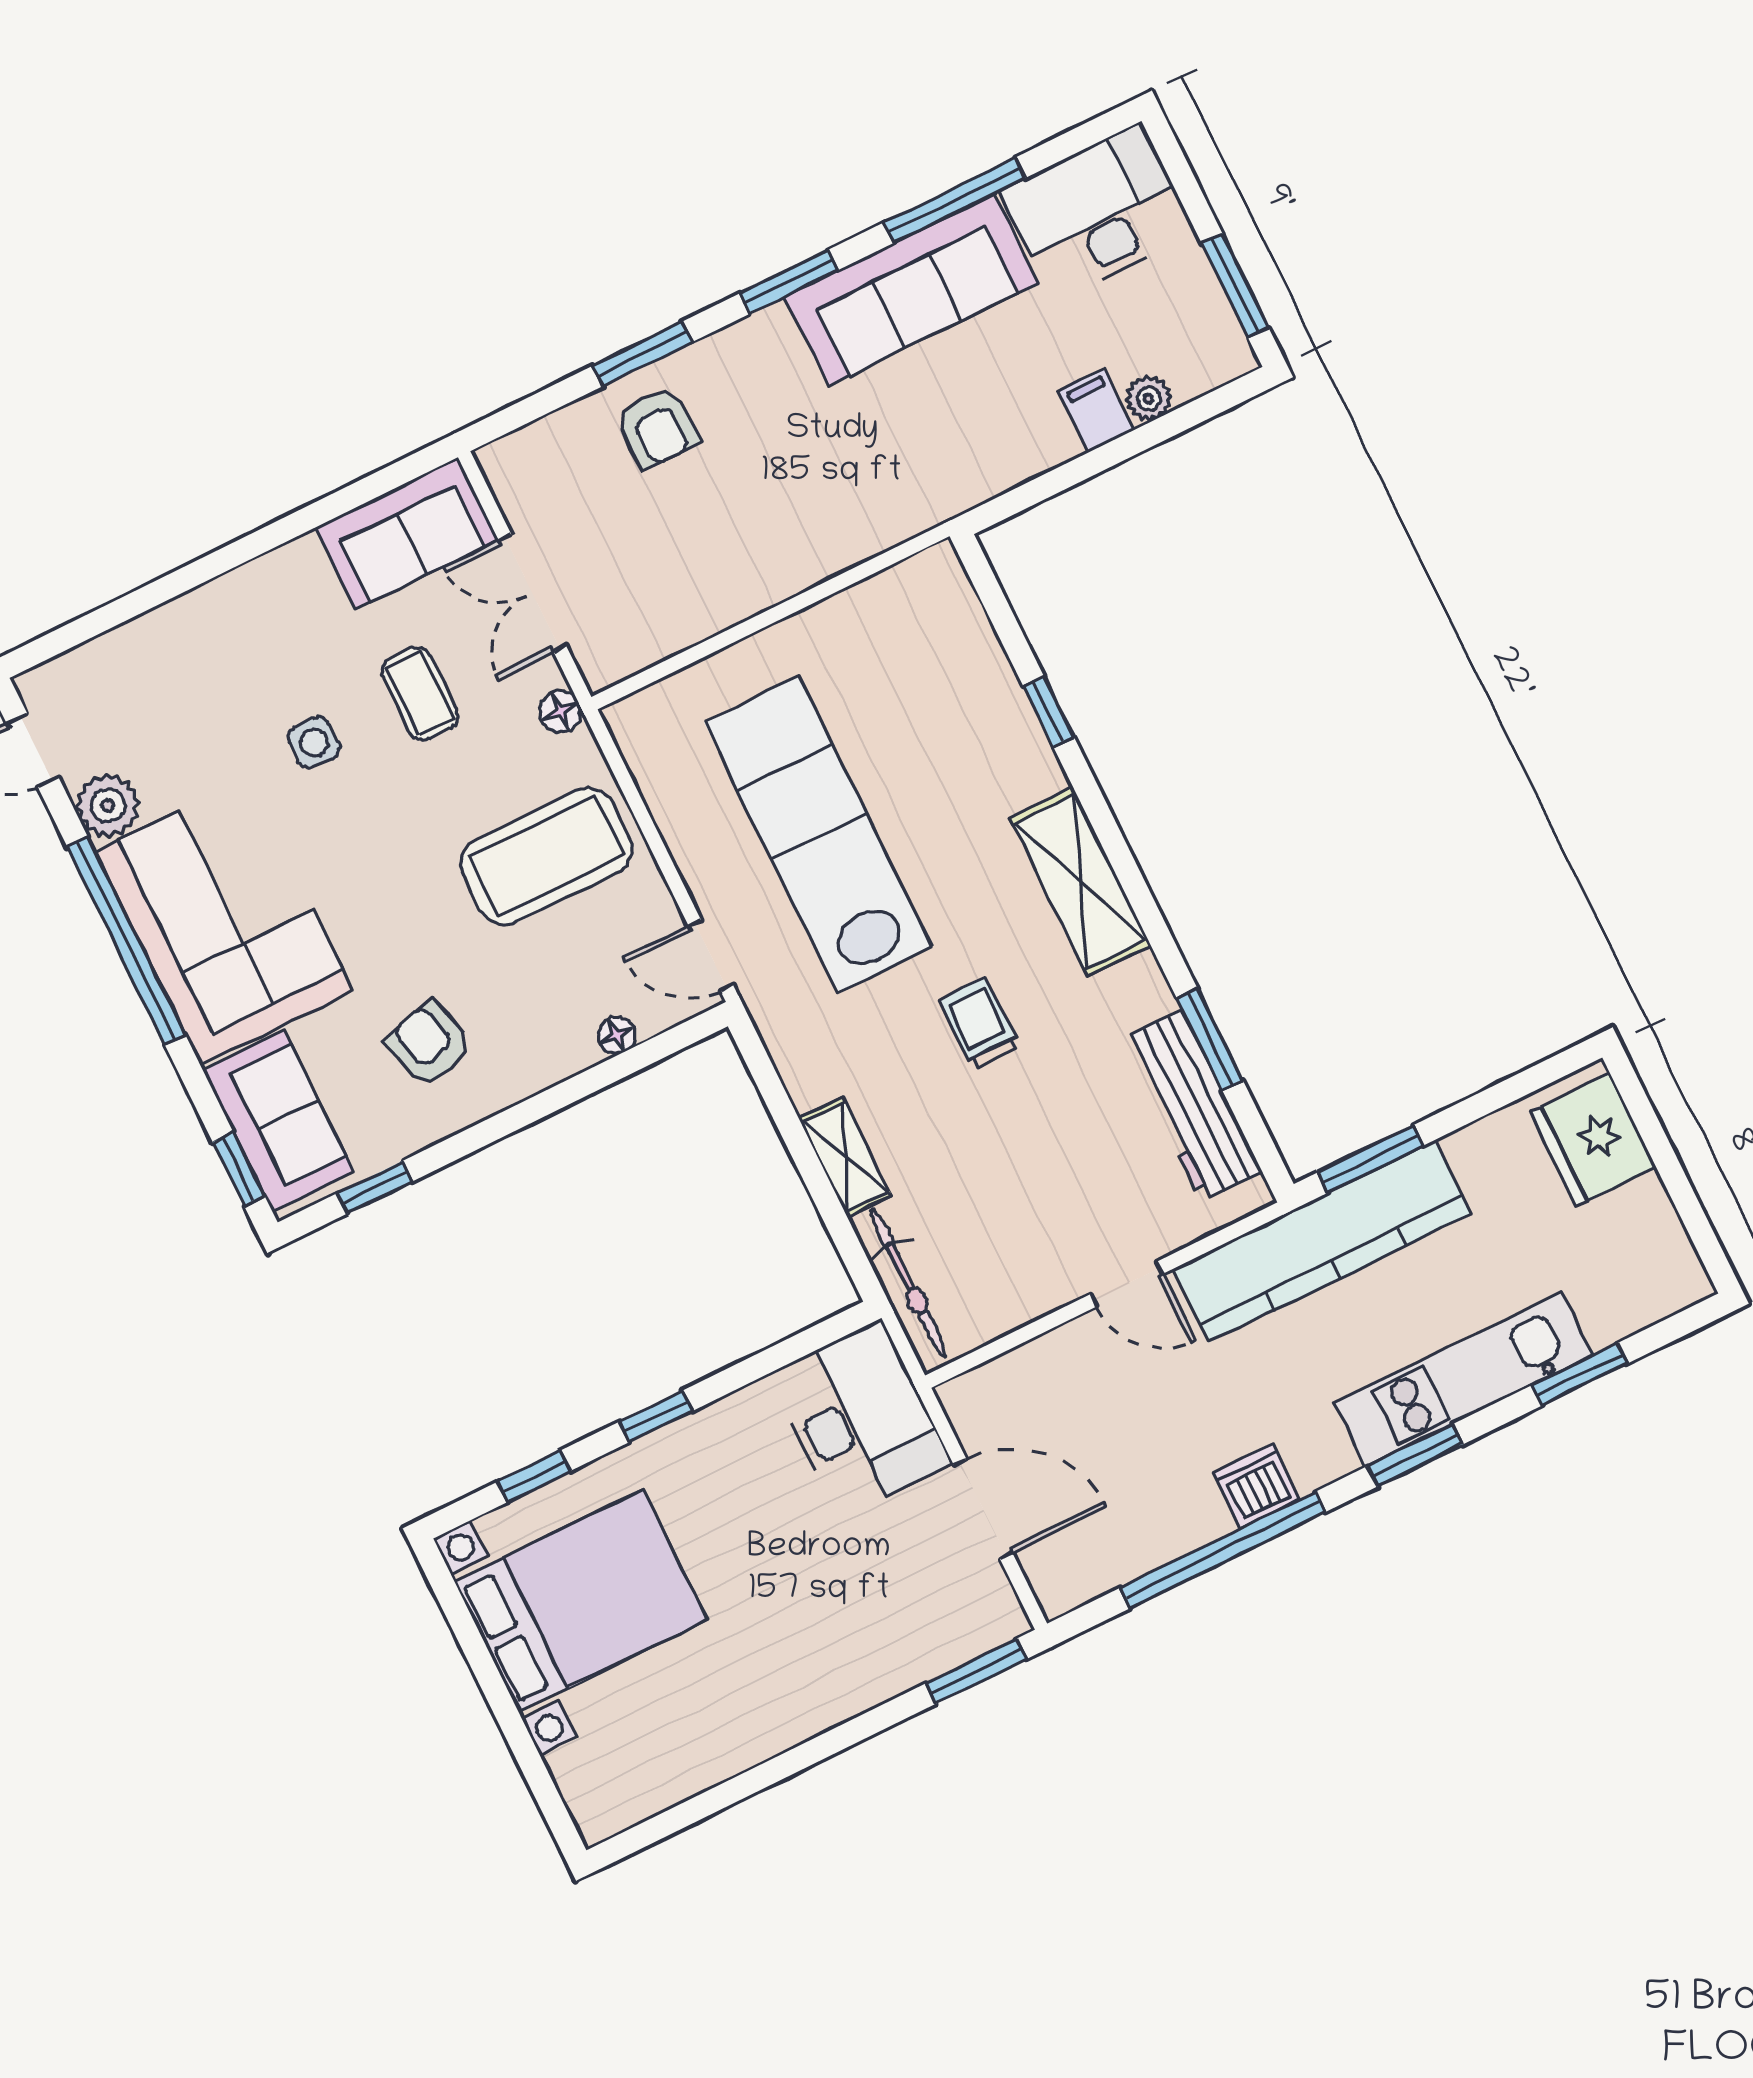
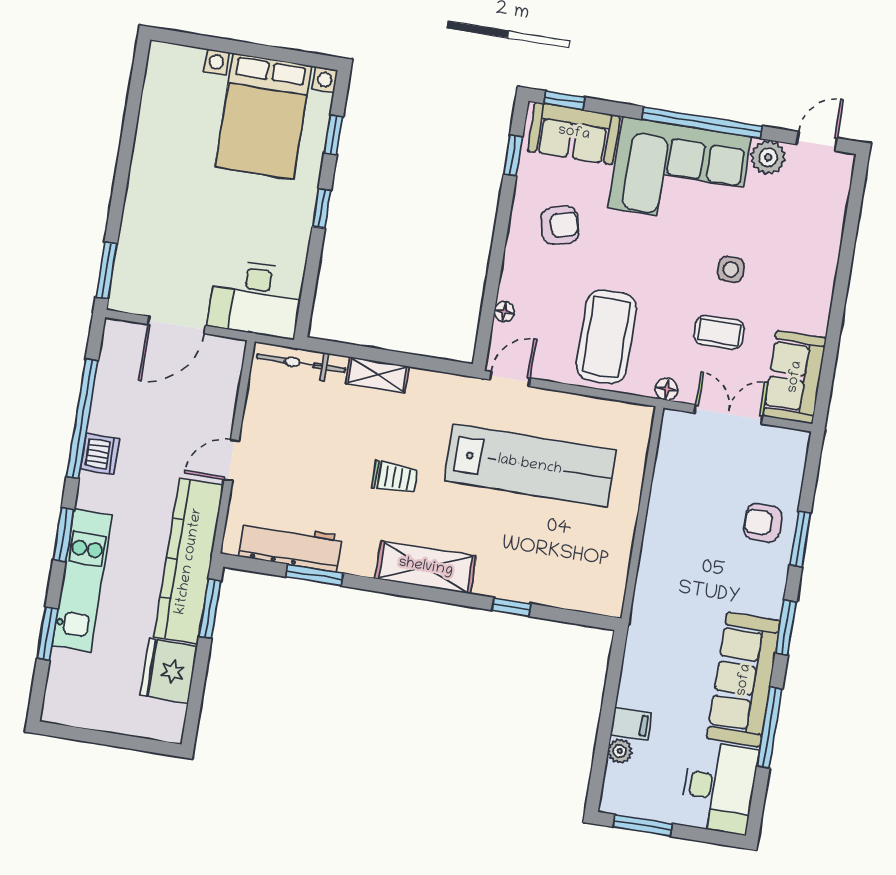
fridge: (1593, 1139) -> (169, 671), moved, turned -90

